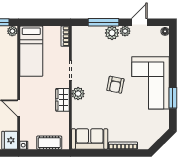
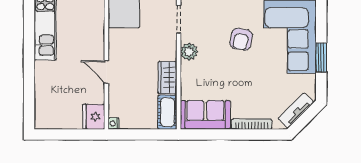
wardrobe: (63, 100) -> (167, 77), moved
tv unit: (155, 136) -> (296, 110), added
cot: (49, 143) -> (167, 112), moved, turned 90

